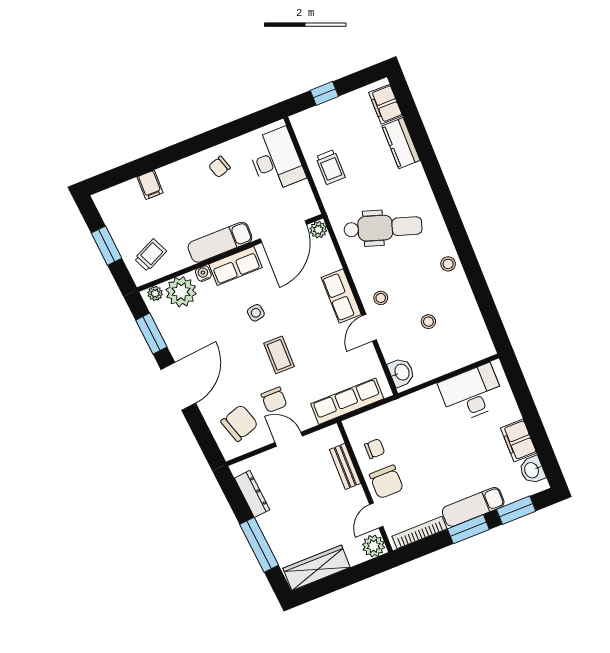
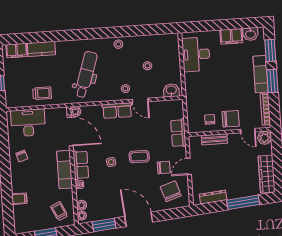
plant: (181, 292) -> (82, 205), width x0.53, depth x0.53
row of seats: (347, 401) -> (178, 133), width x0.68

